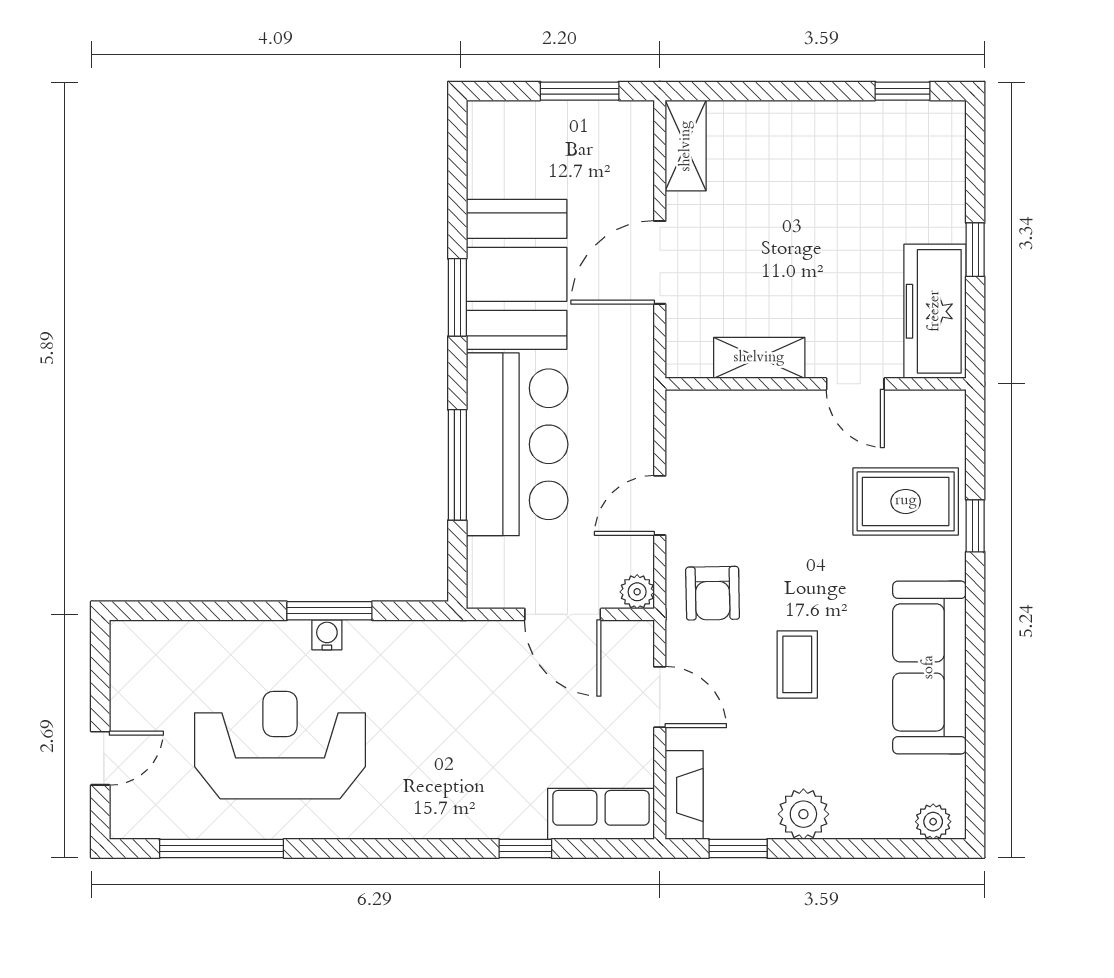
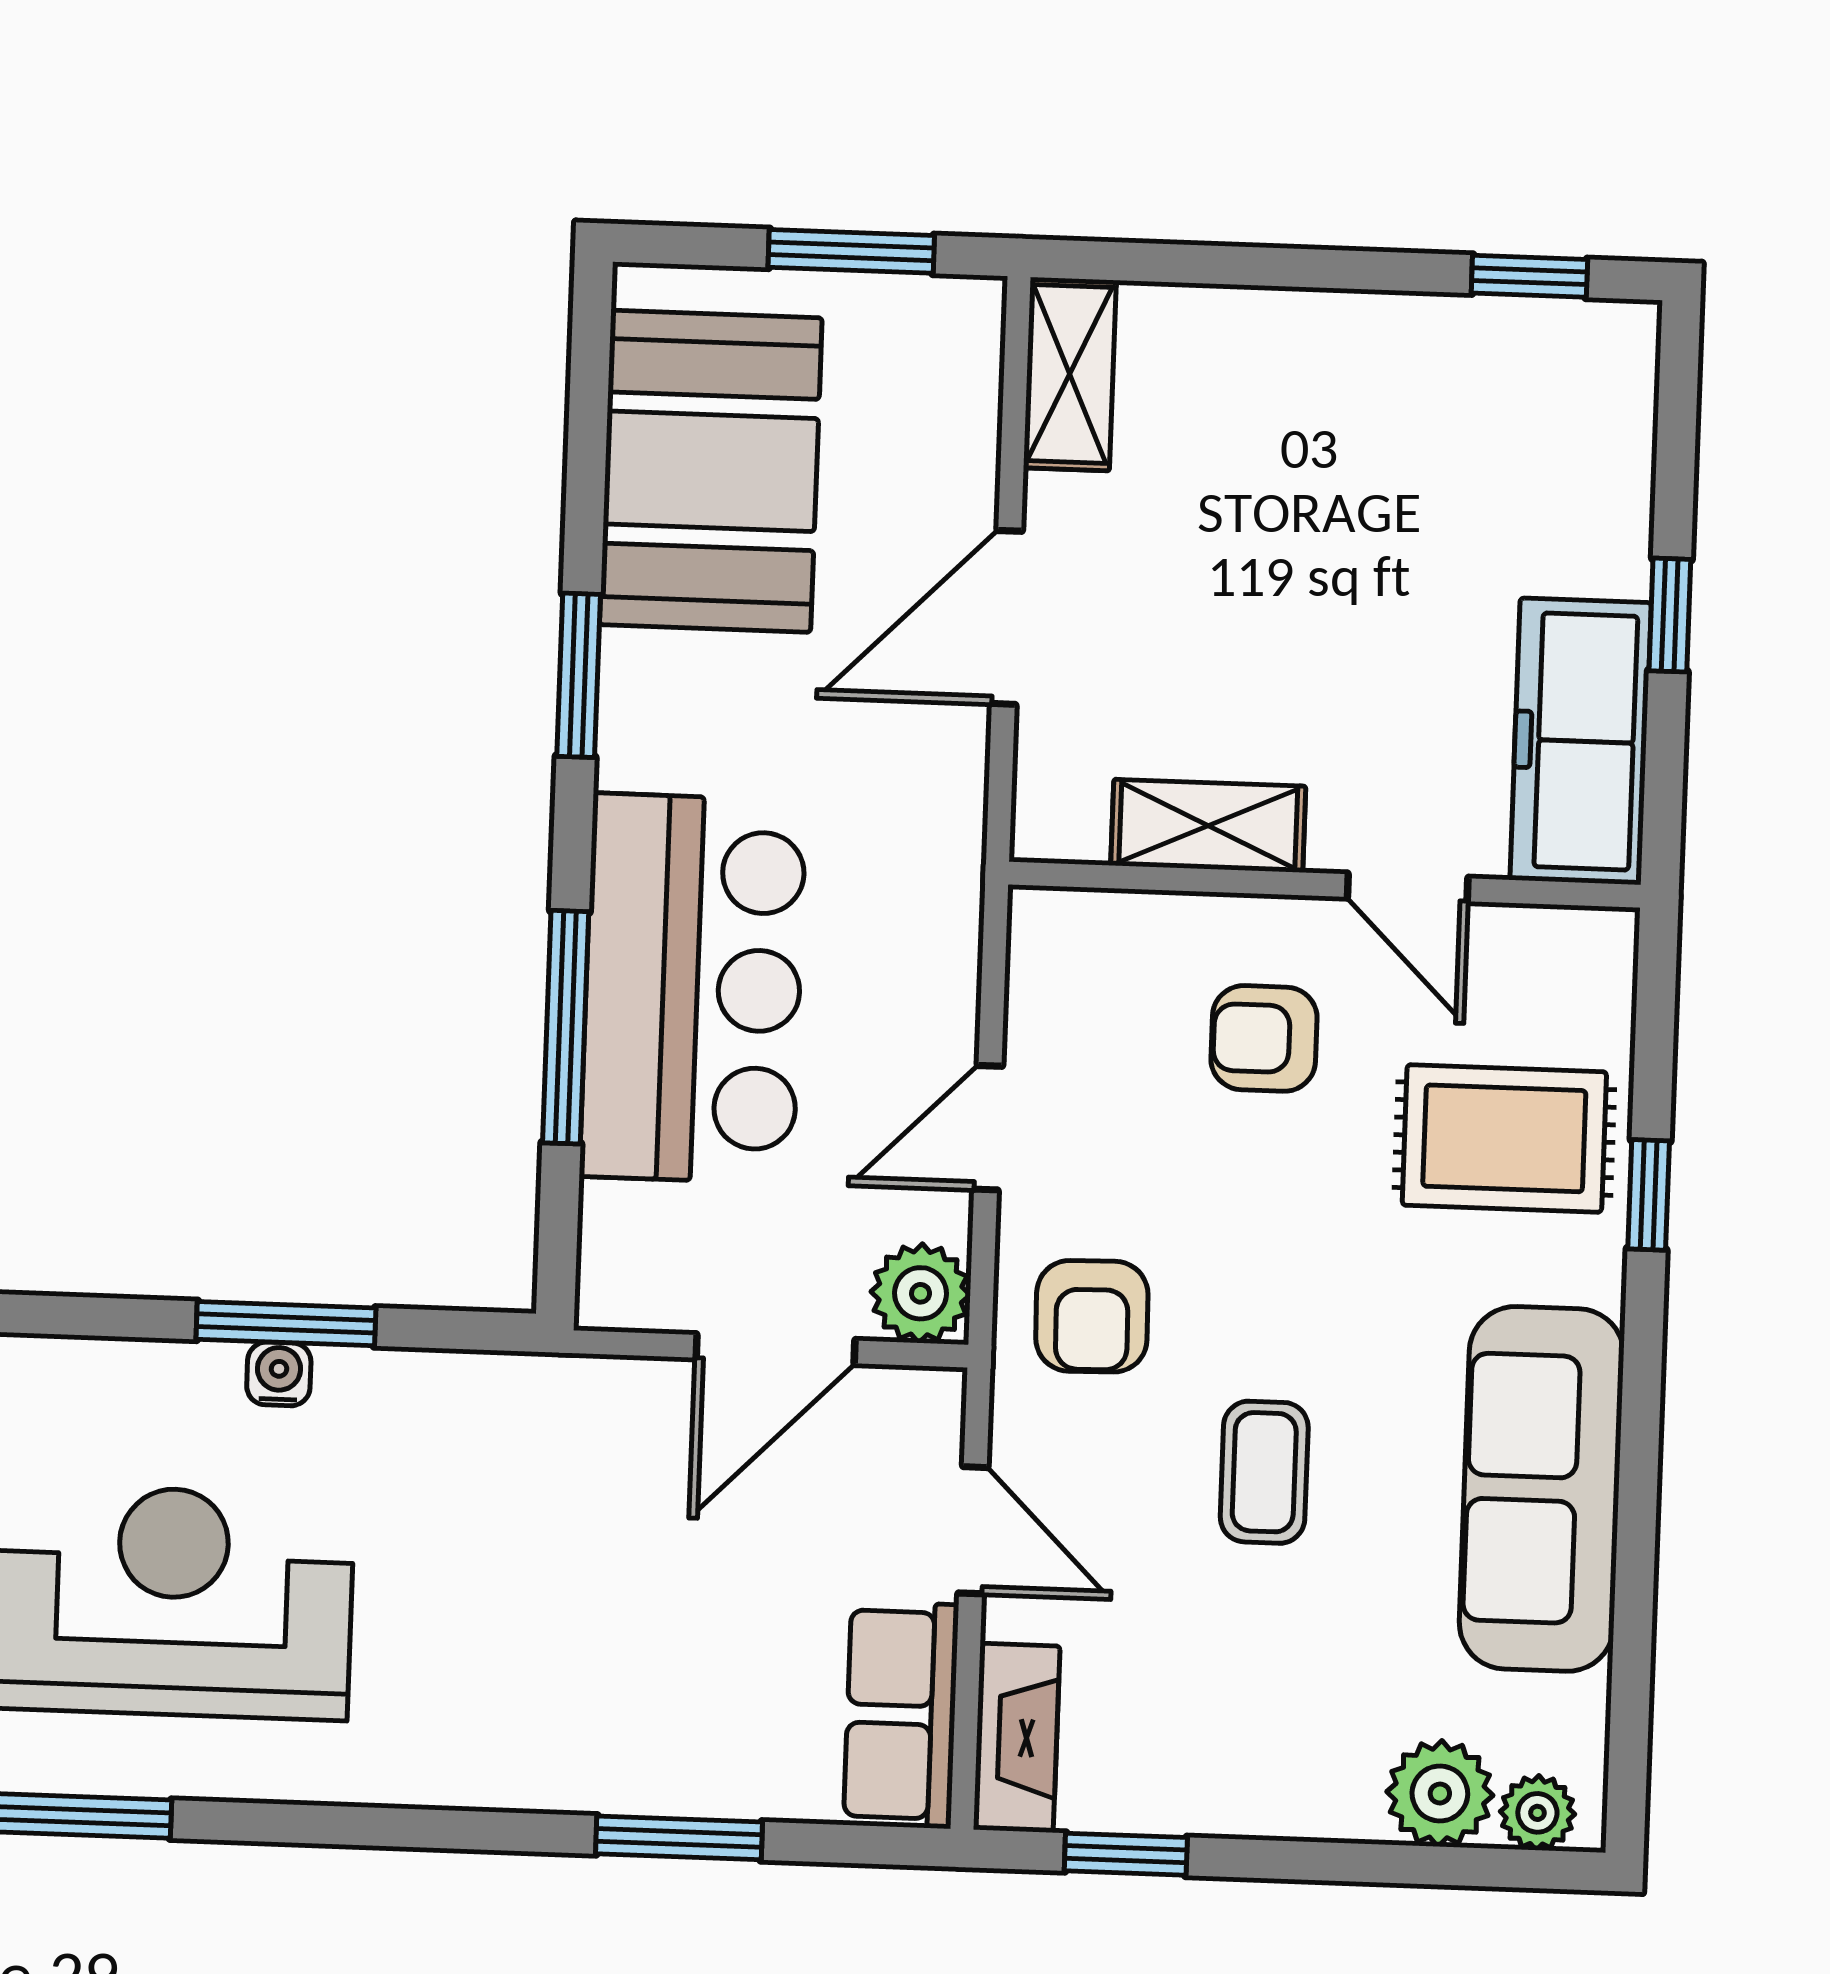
booth: (517, 274) -> (711, 471), moved
armchair: (790, 458) -> (1264, 1038), added
plant: (637, 592) -> (921, 1293), width x1.38, depth x1.38
door: (563, 614) -> (775, 1349), hinge flipped
row of seats: (601, 814) -> (901, 1715), moved, turned -90
plant: (803, 814) -> (1440, 1794), moved
window: (525, 848) -> (679, 1838), width x1.50

